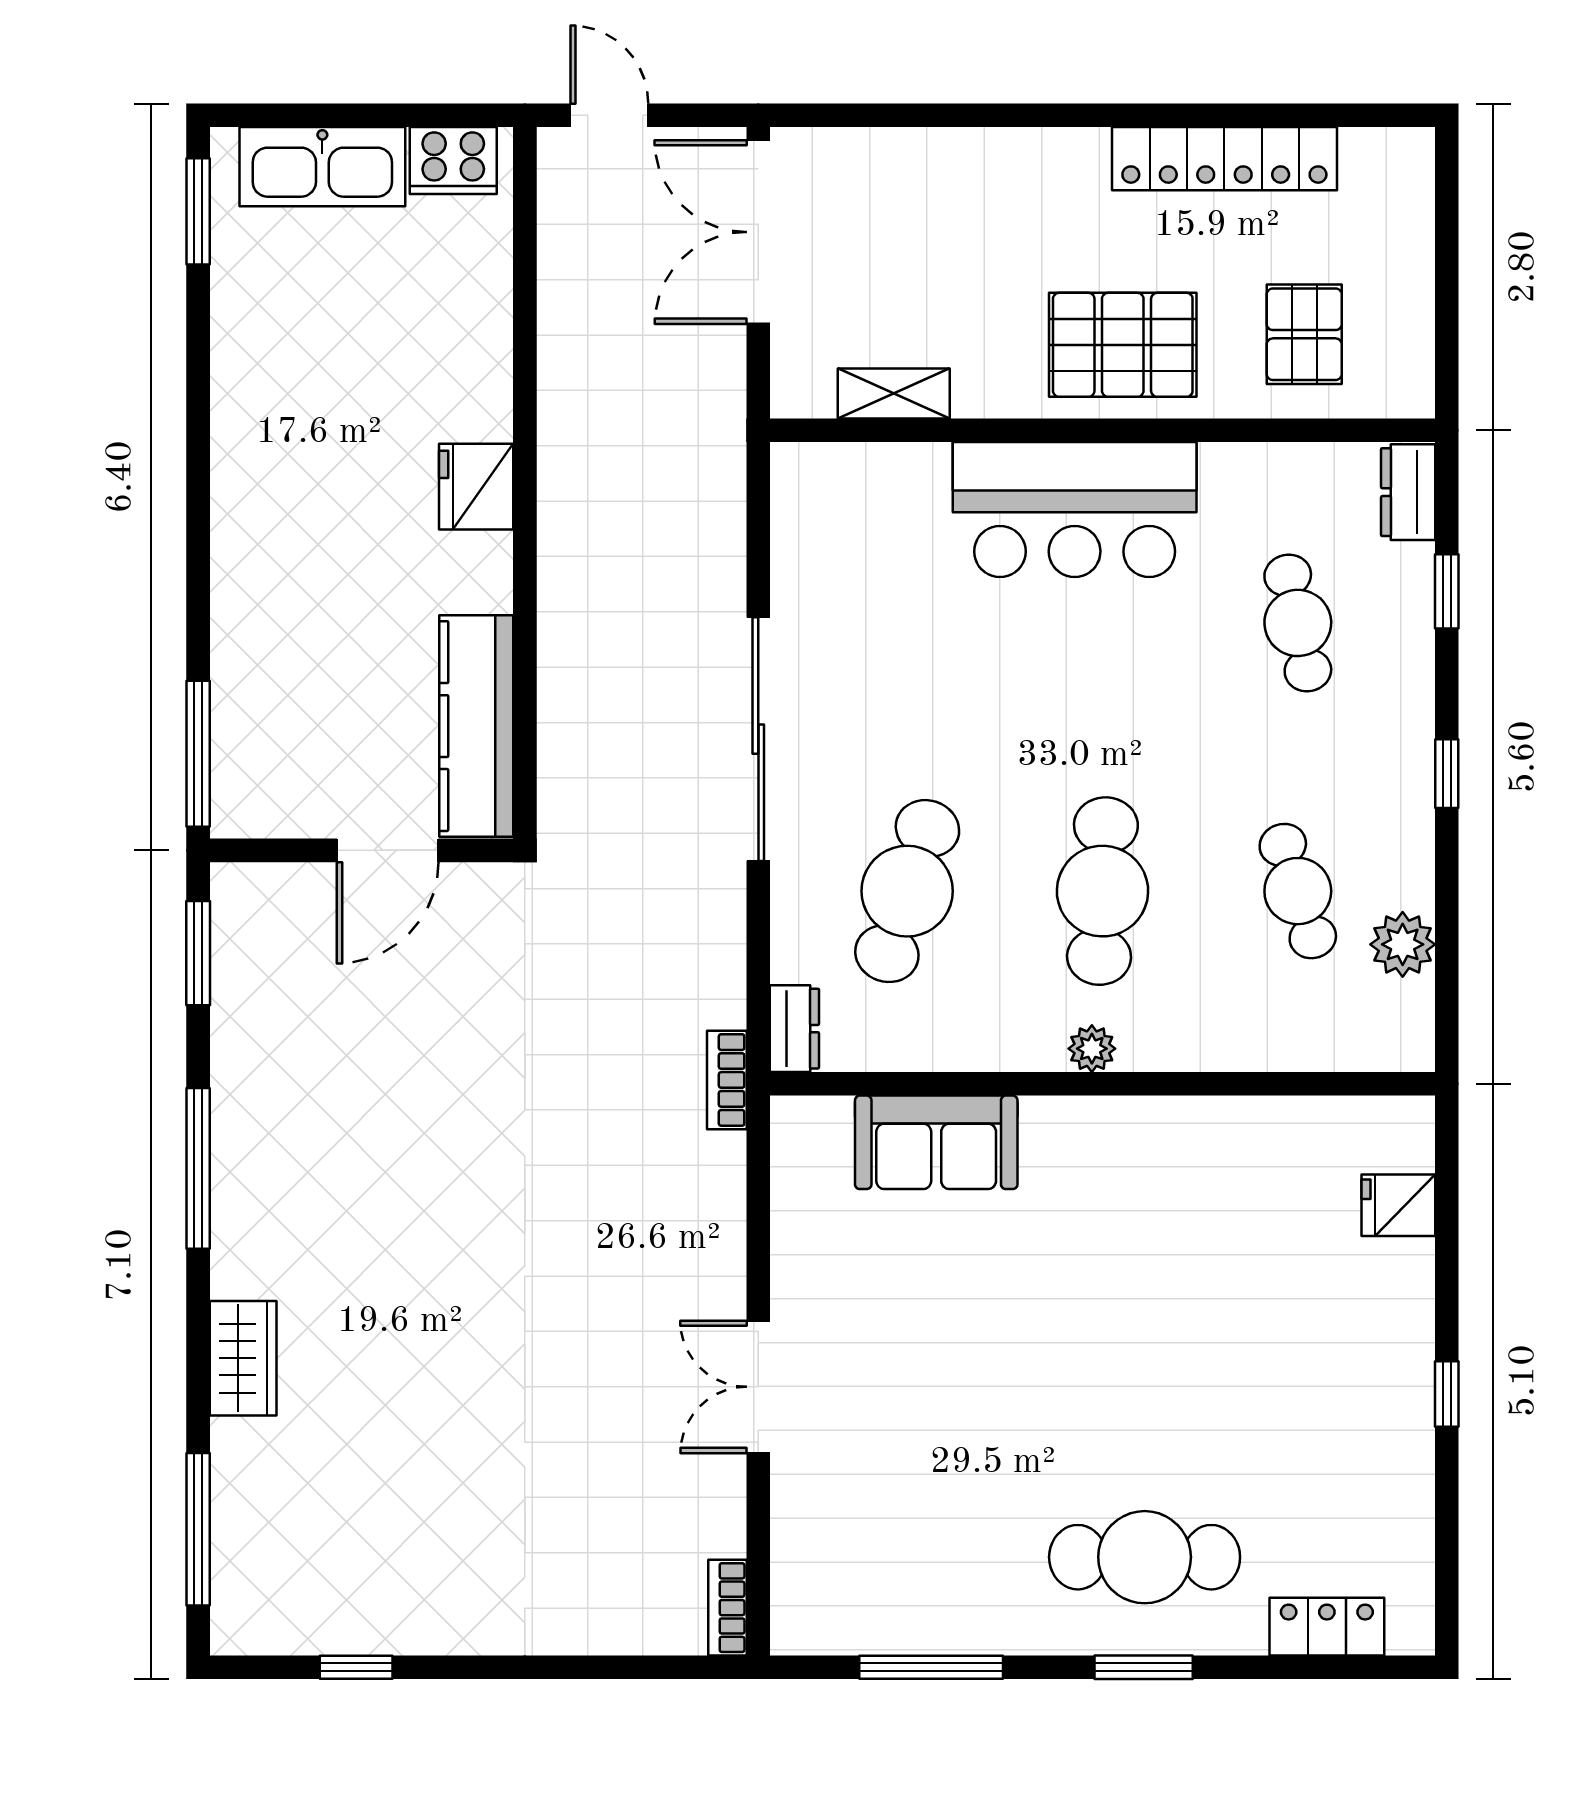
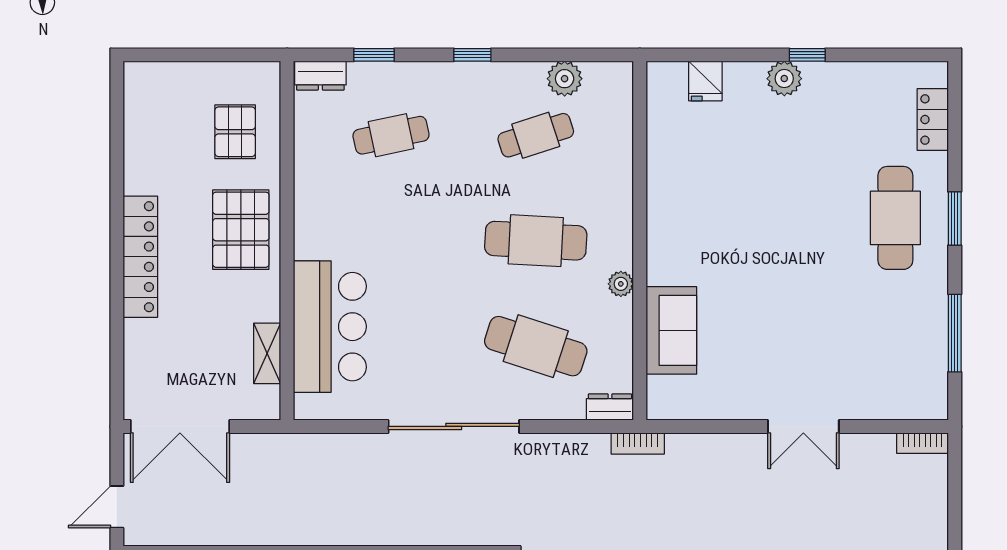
locker: (1224, 159) -> (140, 257), moved
pallet: (1304, 334) -> (235, 132), turned 90
bar counter: (1075, 510) -> (330, 327), moved
plant: (1092, 1049) -> (621, 284), moved
plant: (1403, 1351) -> (784, 79), added

